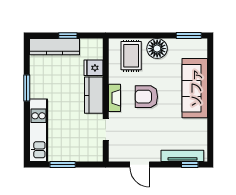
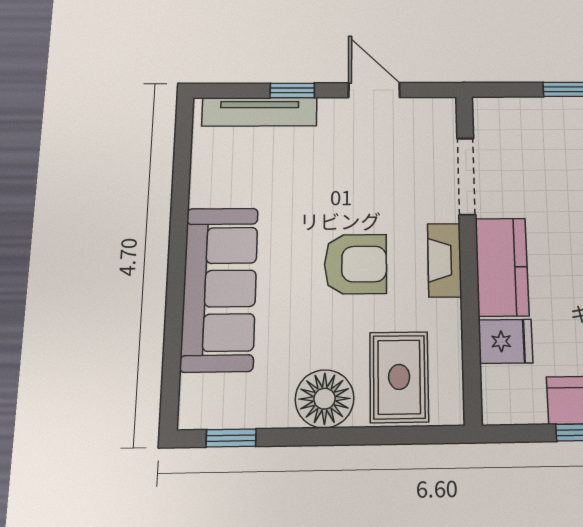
window: (189, 36) -> (231, 438), width x0.67
doorway: (106, 130) -> (466, 176), width x1.38
window: (190, 165) -> (292, 90), moved

